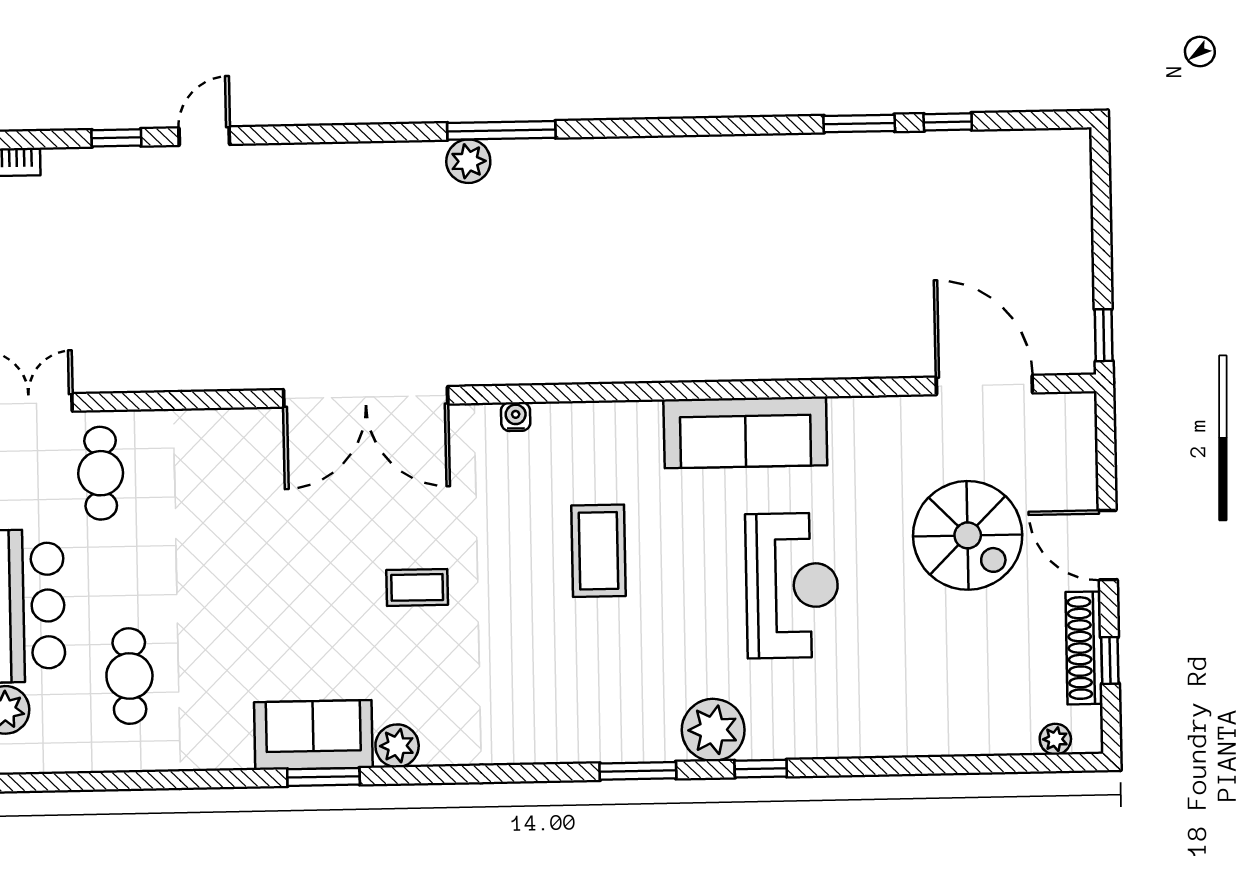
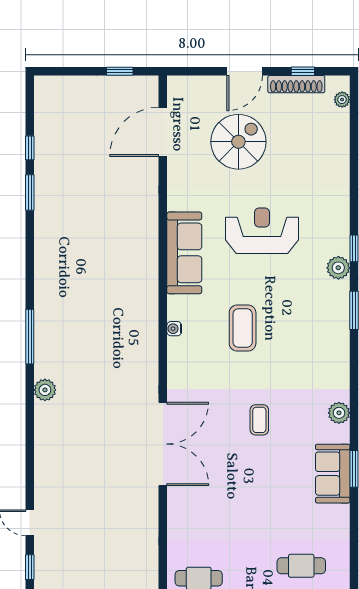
window: (501, 130) -> (30, 337), moved
window: (1104, 335) -> (120, 71), moved
water cooler: (516, 417) -> (174, 329), moved
coffee table: (599, 551) -> (243, 328), turned 90
plant: (713, 730) -> (338, 268), width x0.73, depth x0.73
plant: (397, 746) -> (339, 413), moved

